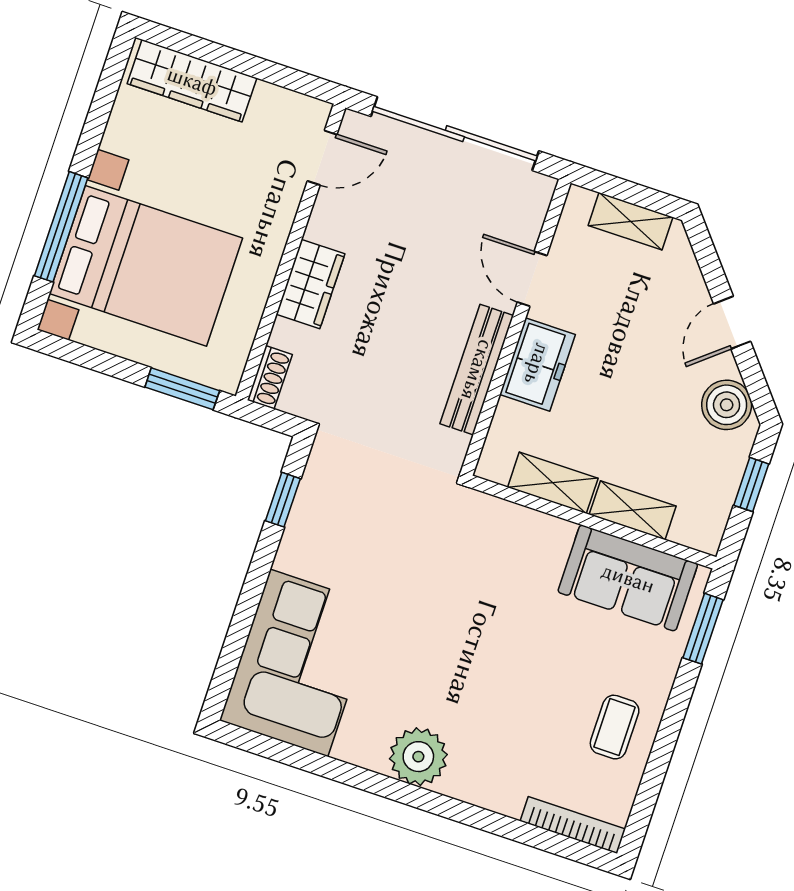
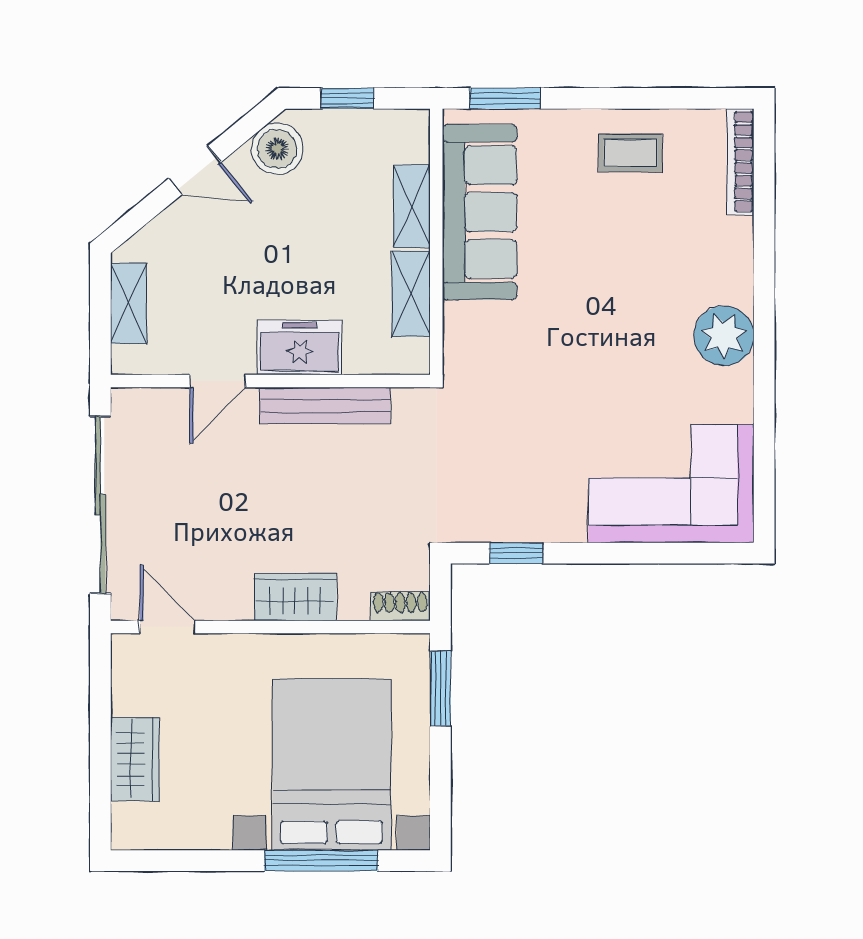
wardrobe: (192, 81) -> (135, 759), width x0.67
sofa: (628, 578) -> (480, 212), width x1.36

